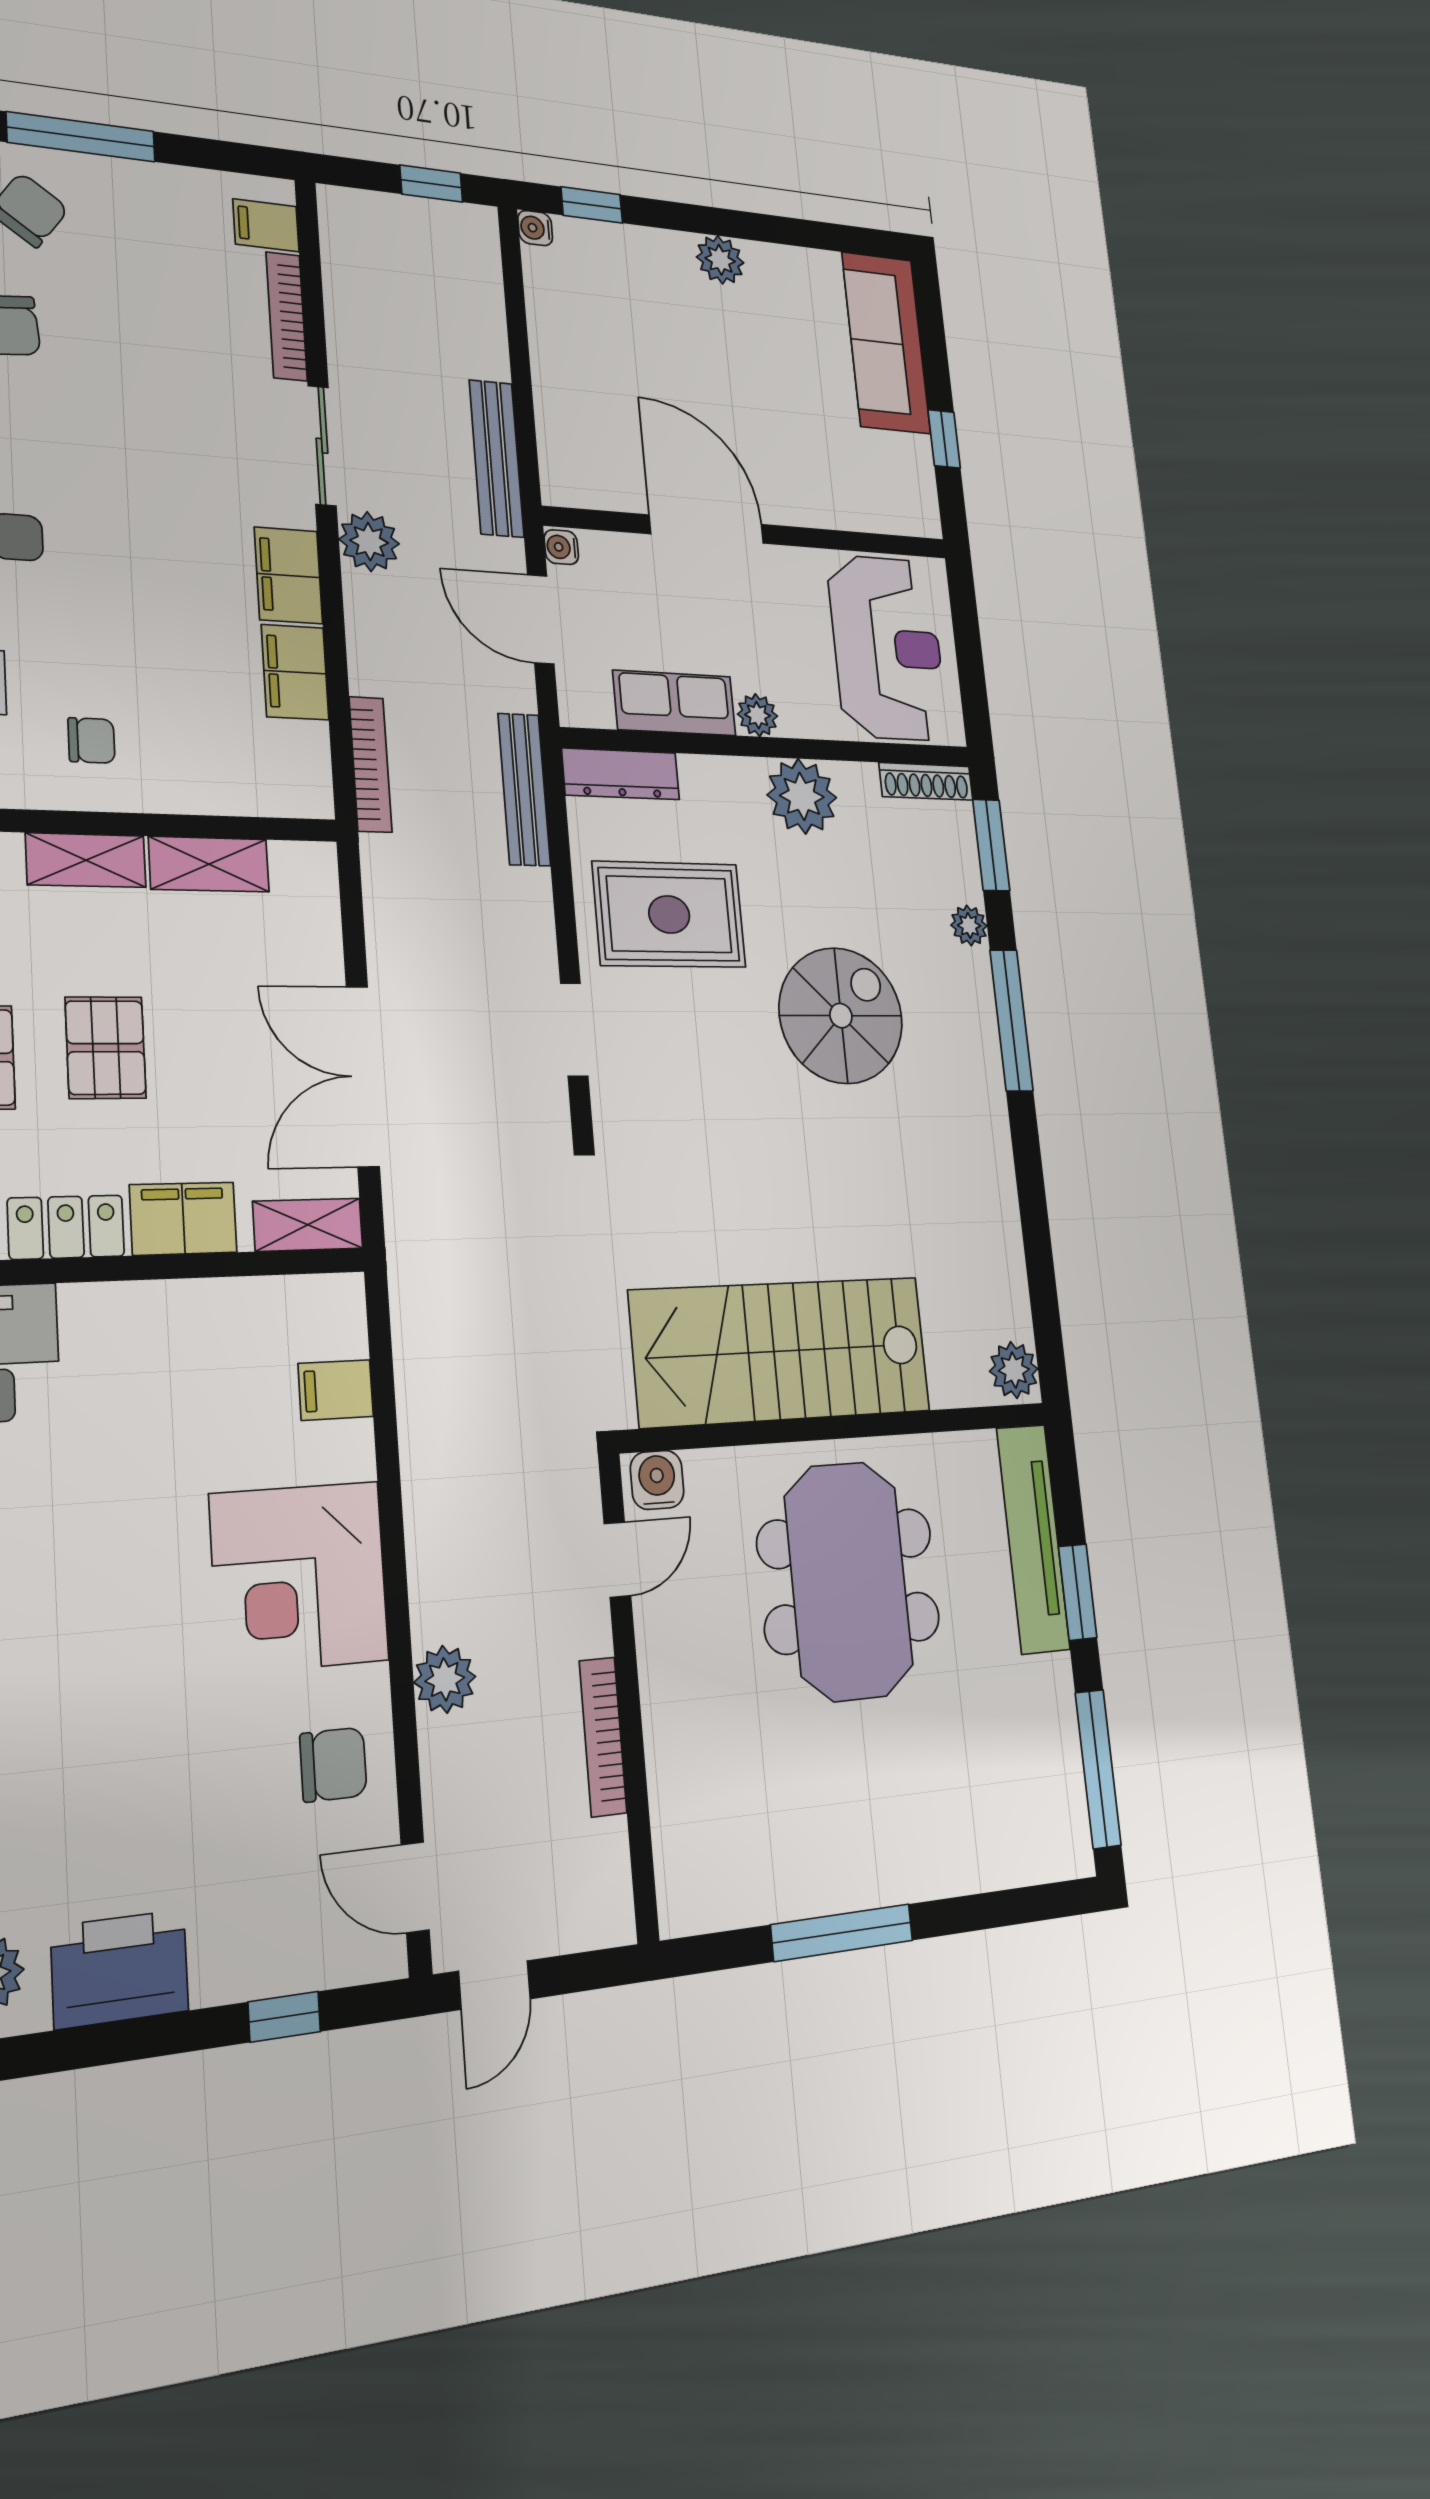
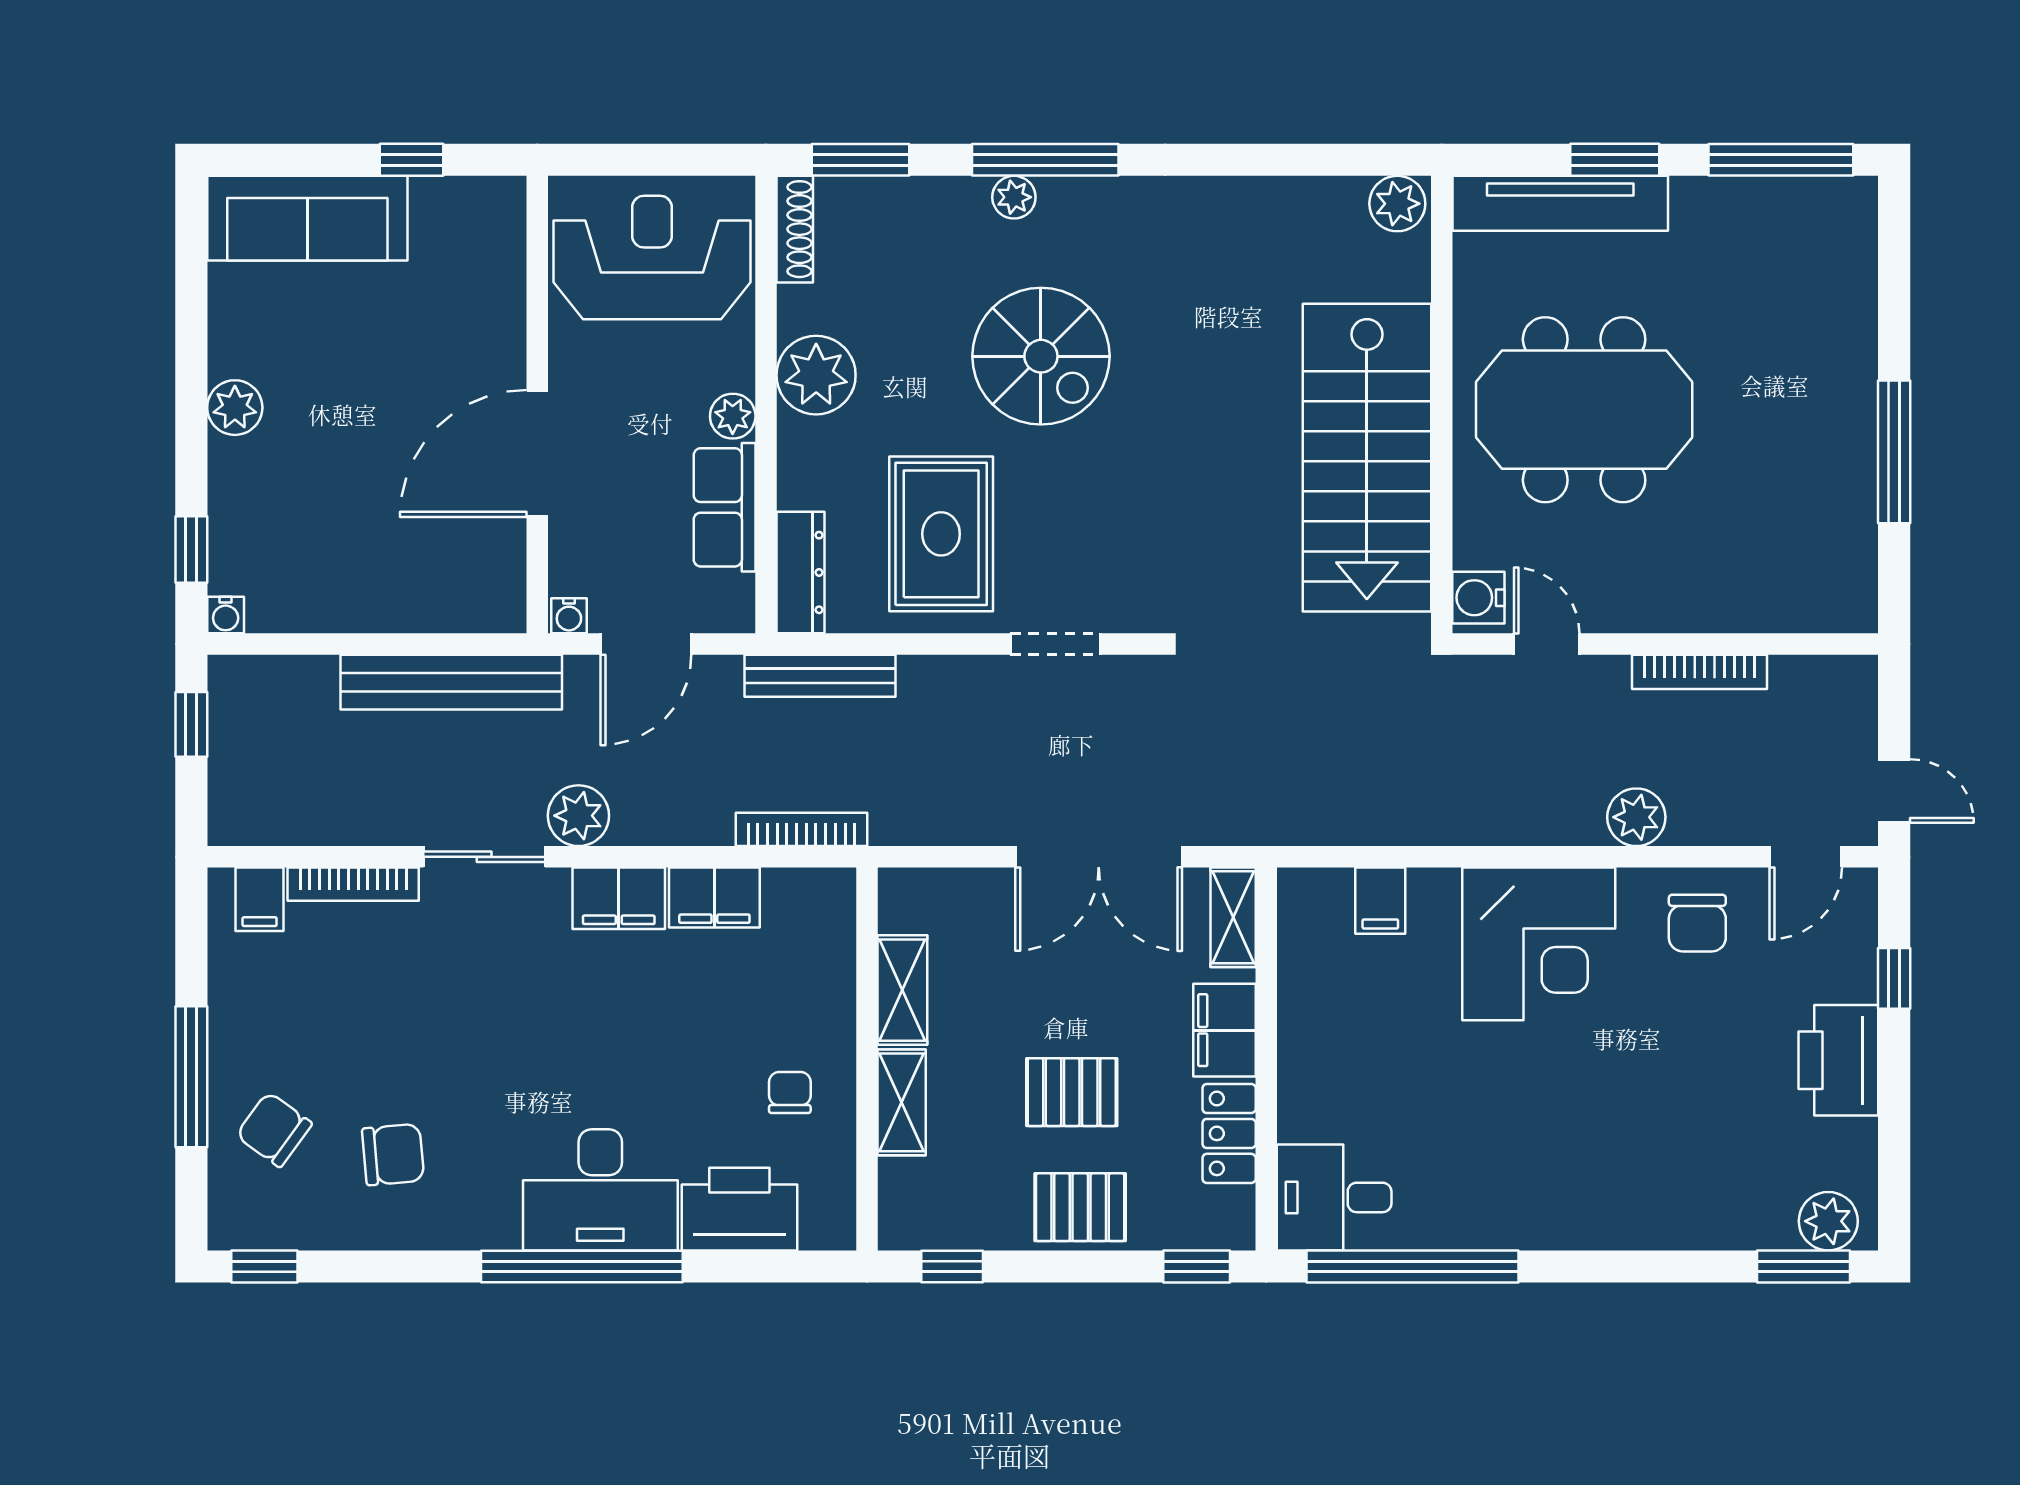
bench: (496, 458) -> (451, 682), width x1.37, depth x1.21
plant: (969, 925) -> (1014, 197), moved
spiral stairs: (841, 1016) -> (1041, 356), turned 180
chair: (333, 1765) -> (1697, 923), turned 180
printer: (120, 1969) -> (1838, 1060), moved

